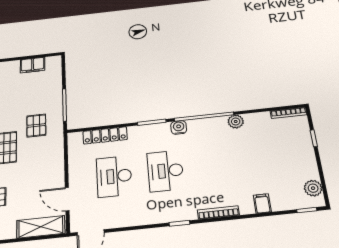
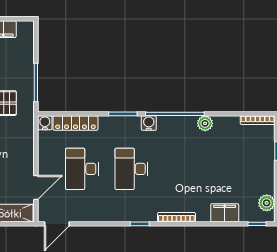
water cooler: (74, 139) -> (45, 123), added
door: (67, 199) -> (36, 188), swing flipped
filing cabinet: (262, 203) -> (225, 213), width x2.00

